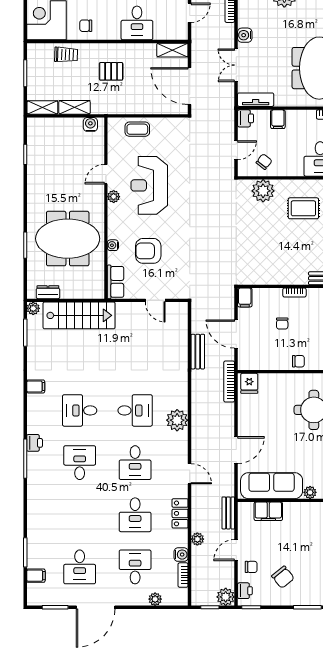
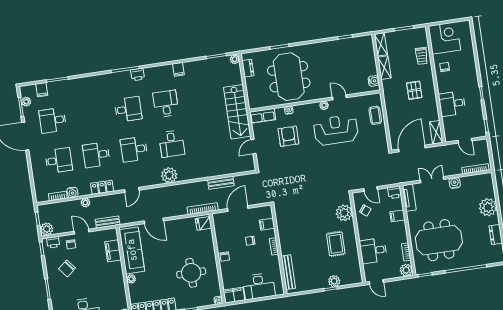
filing cabinet: (245, 297) -> (267, 224), moved
stairs: (79, 315) -> (237, 112), moved
plant: (155, 599) -> (26, 102), moved

